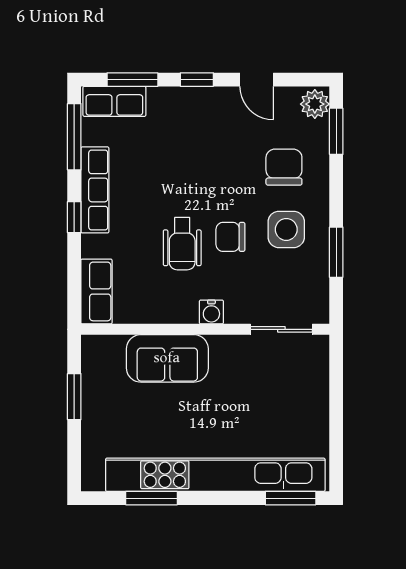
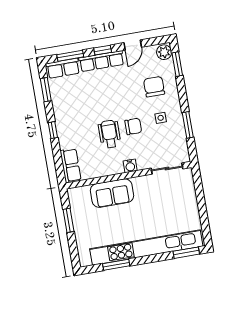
door: (257, 80) -> (133, 45), hinge flipped
window: (74, 137) -> (46, 90), width x0.69
row of seats: (95, 190) -> (101, 61), moved, turned 90
side table: (286, 229) -> (161, 118), width x0.54, depth x0.54
chair: (230, 237) -> (133, 126), turned 180
wheelchair: (182, 244) -> (109, 134), turned 180

